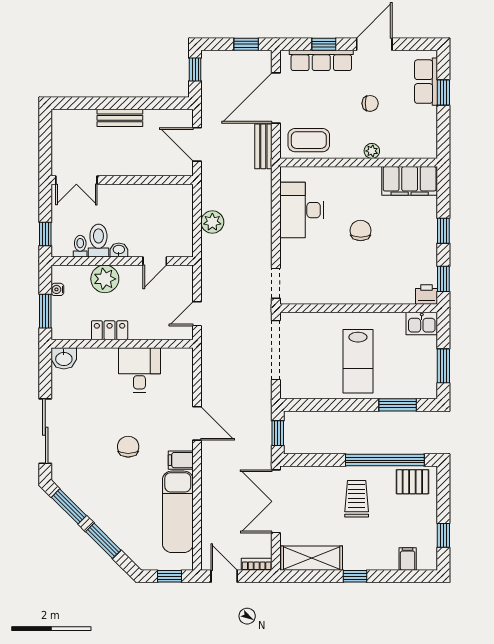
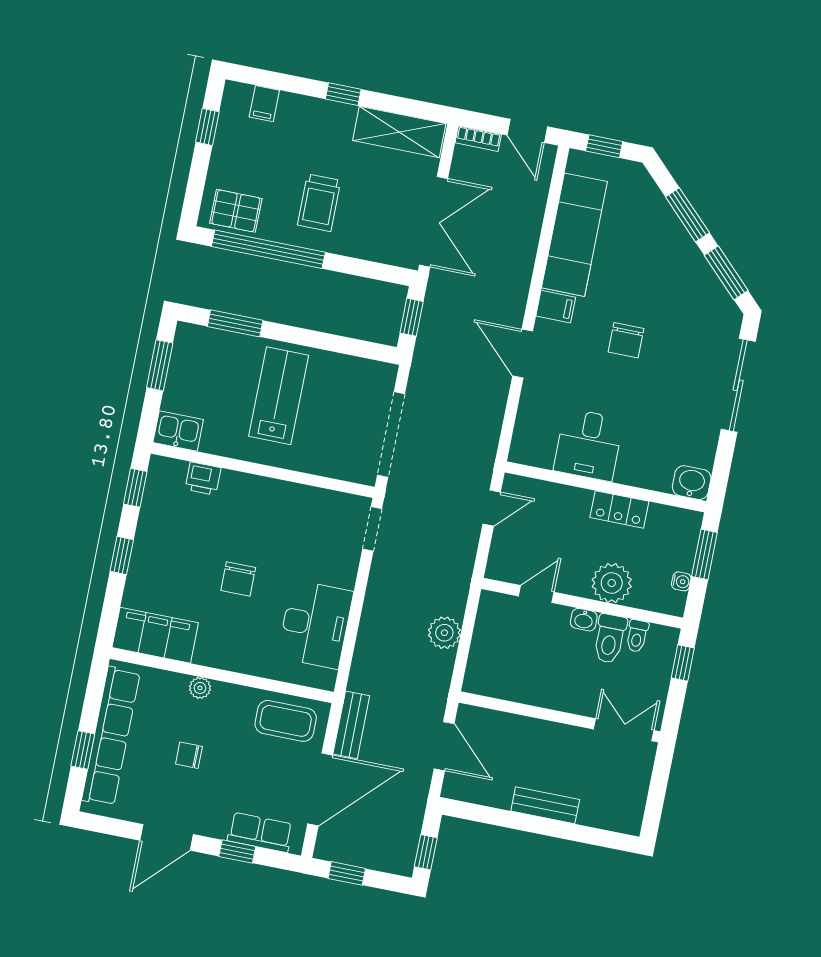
row of seats: (321, 60) -> (260, 832), width x0.68
row of seats: (426, 82) -> (111, 736), width x2.02
printer: (427, 294) -> (203, 479), moved

